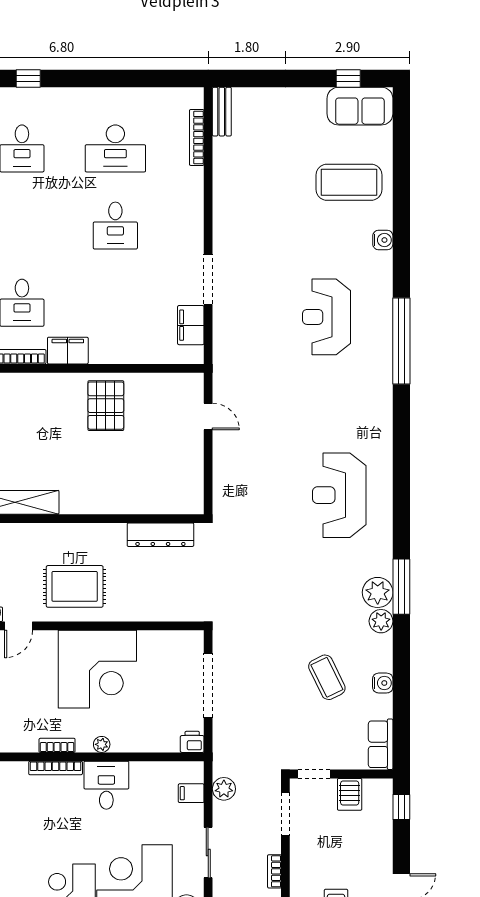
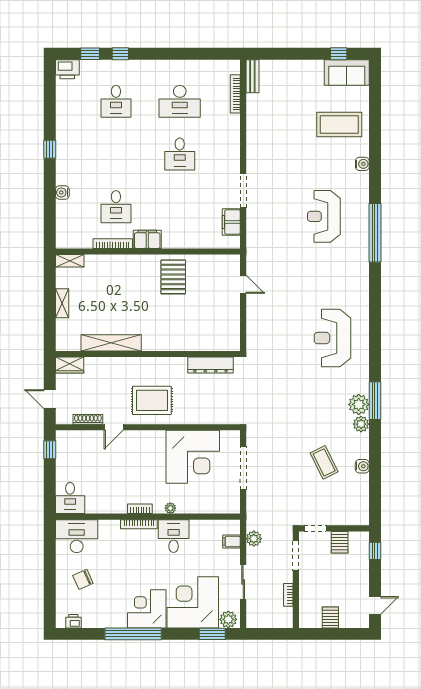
corner desk: (97, 669) -> (193, 457), moved
printer: (192, 742) -> (232, 506), removed
row of seats: (381, 744) -> (361, 508), removed

